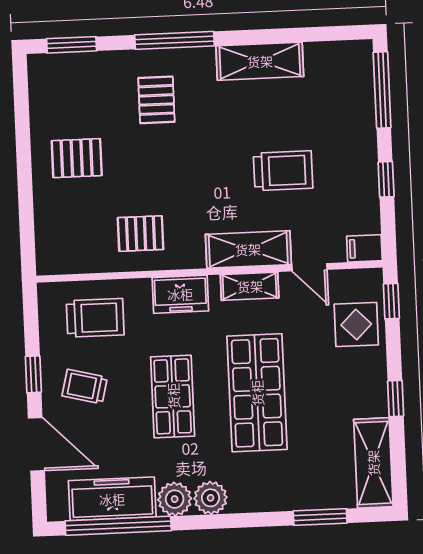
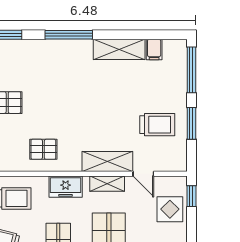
pallet: (156, 100) -> (56, 70), removed
trolley: (283, 171) -> (157, 125), moved
window: (386, 179) -> (191, 123), width x1.50
filing cabinet: (364, 248) -> (154, 49), moved, turned -90

